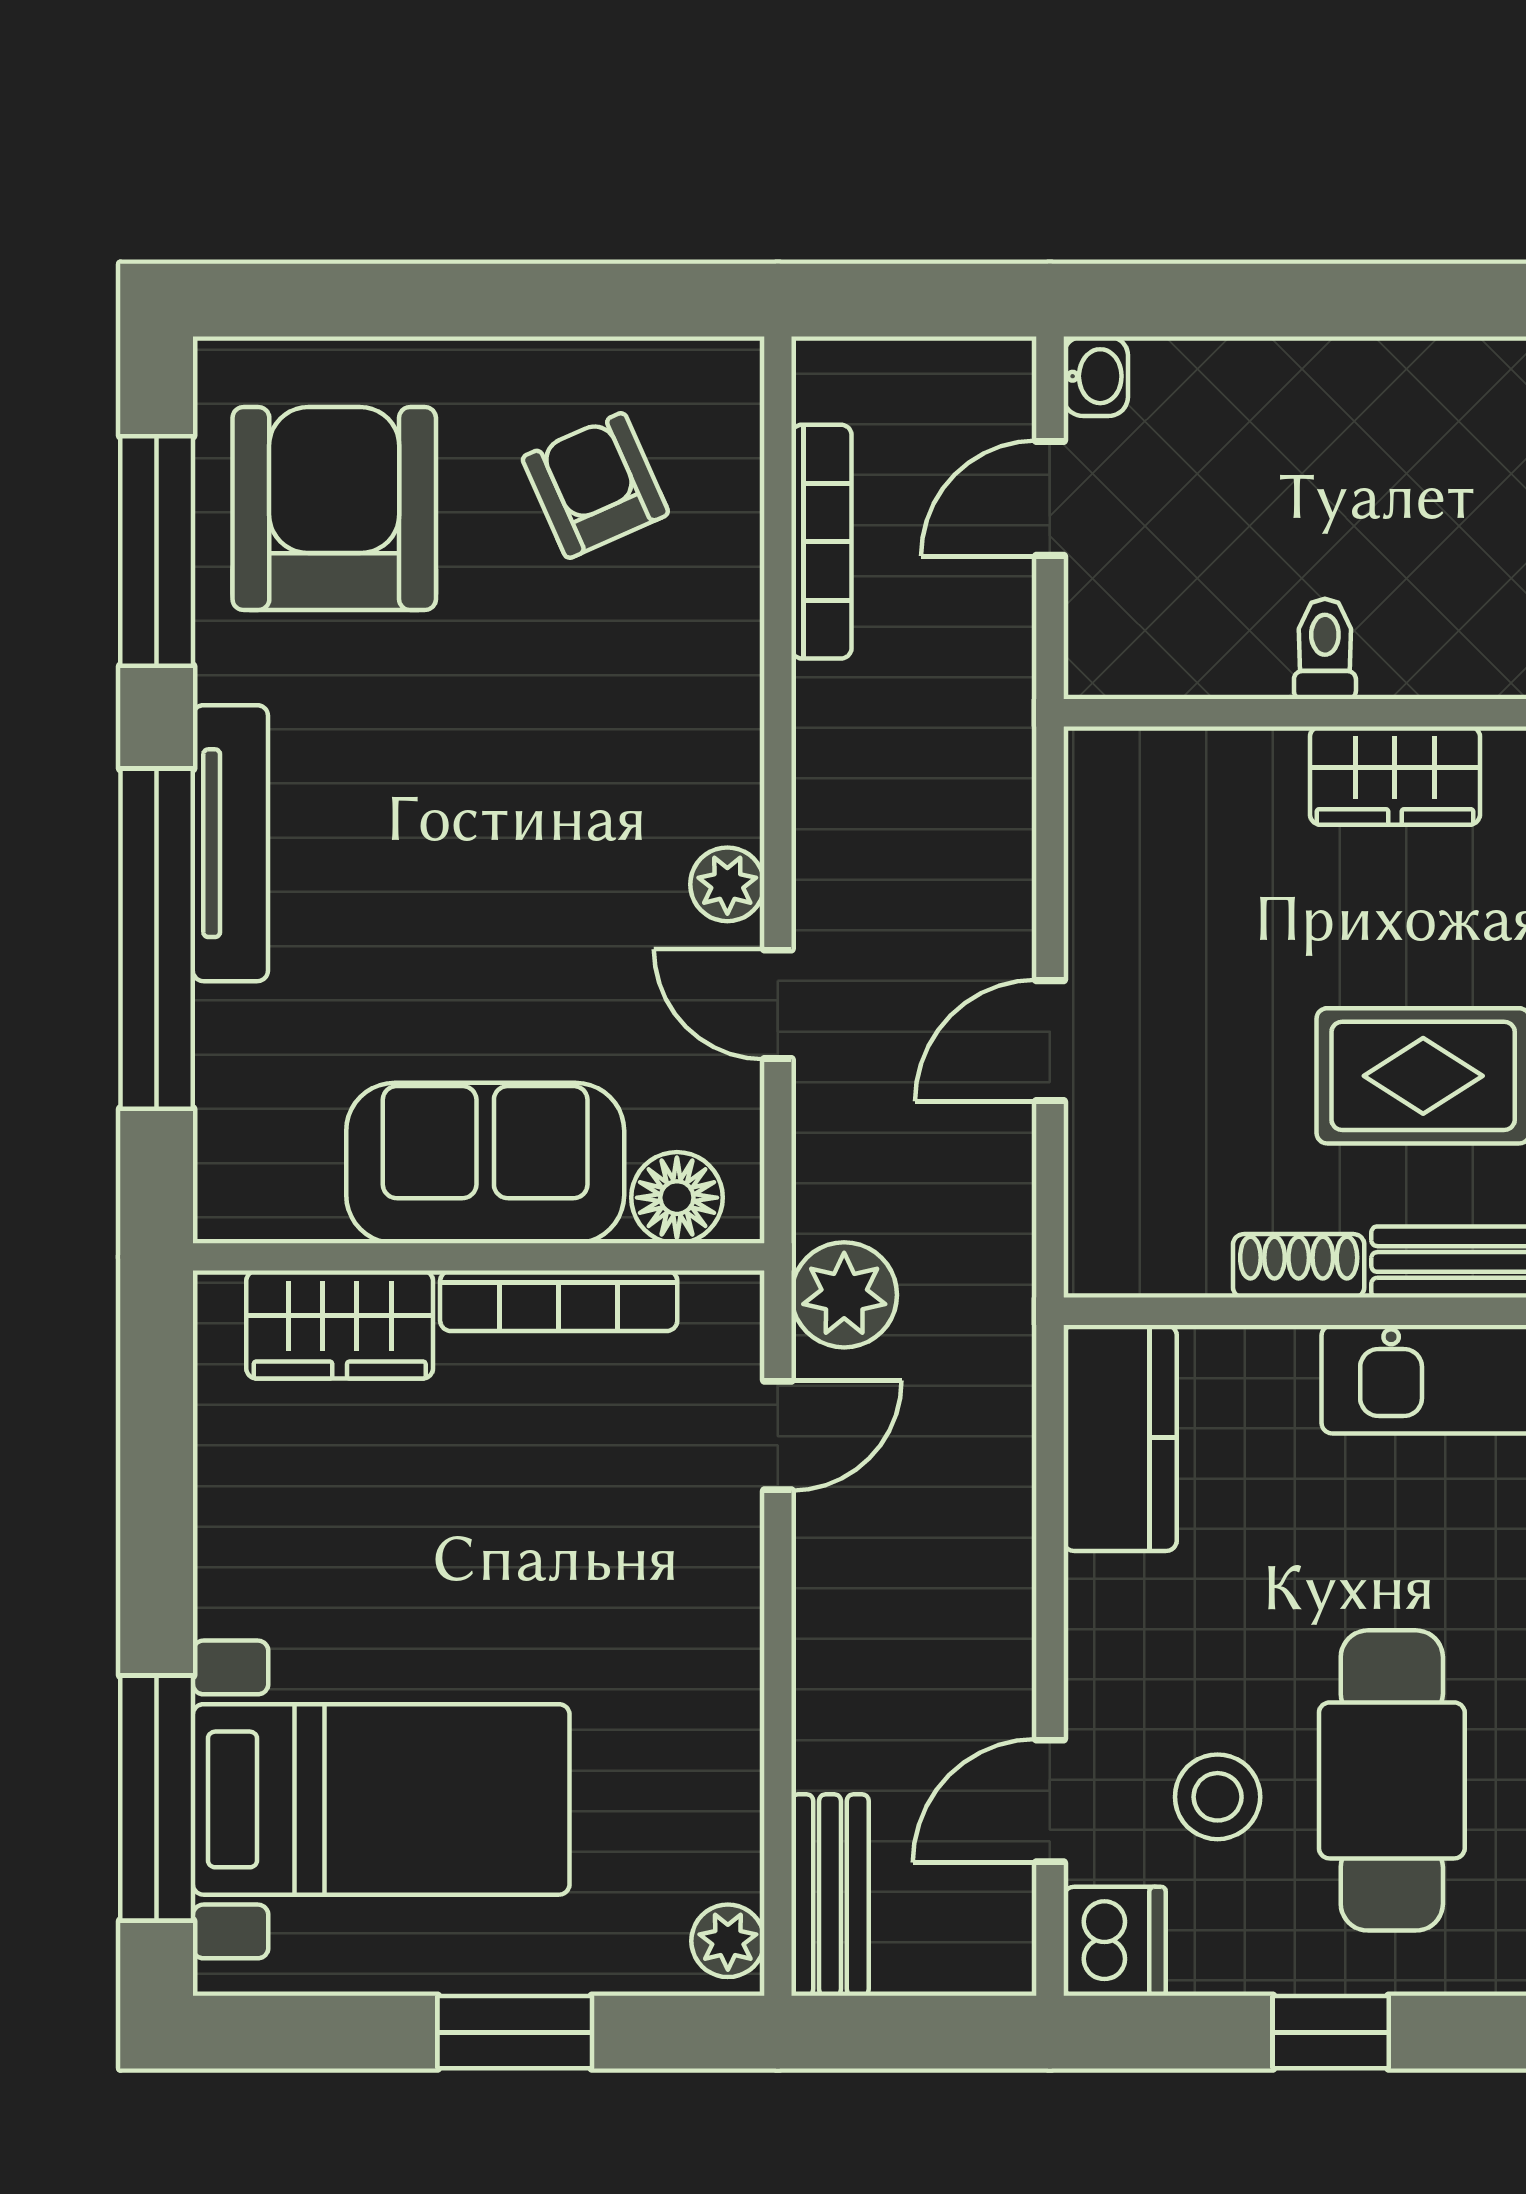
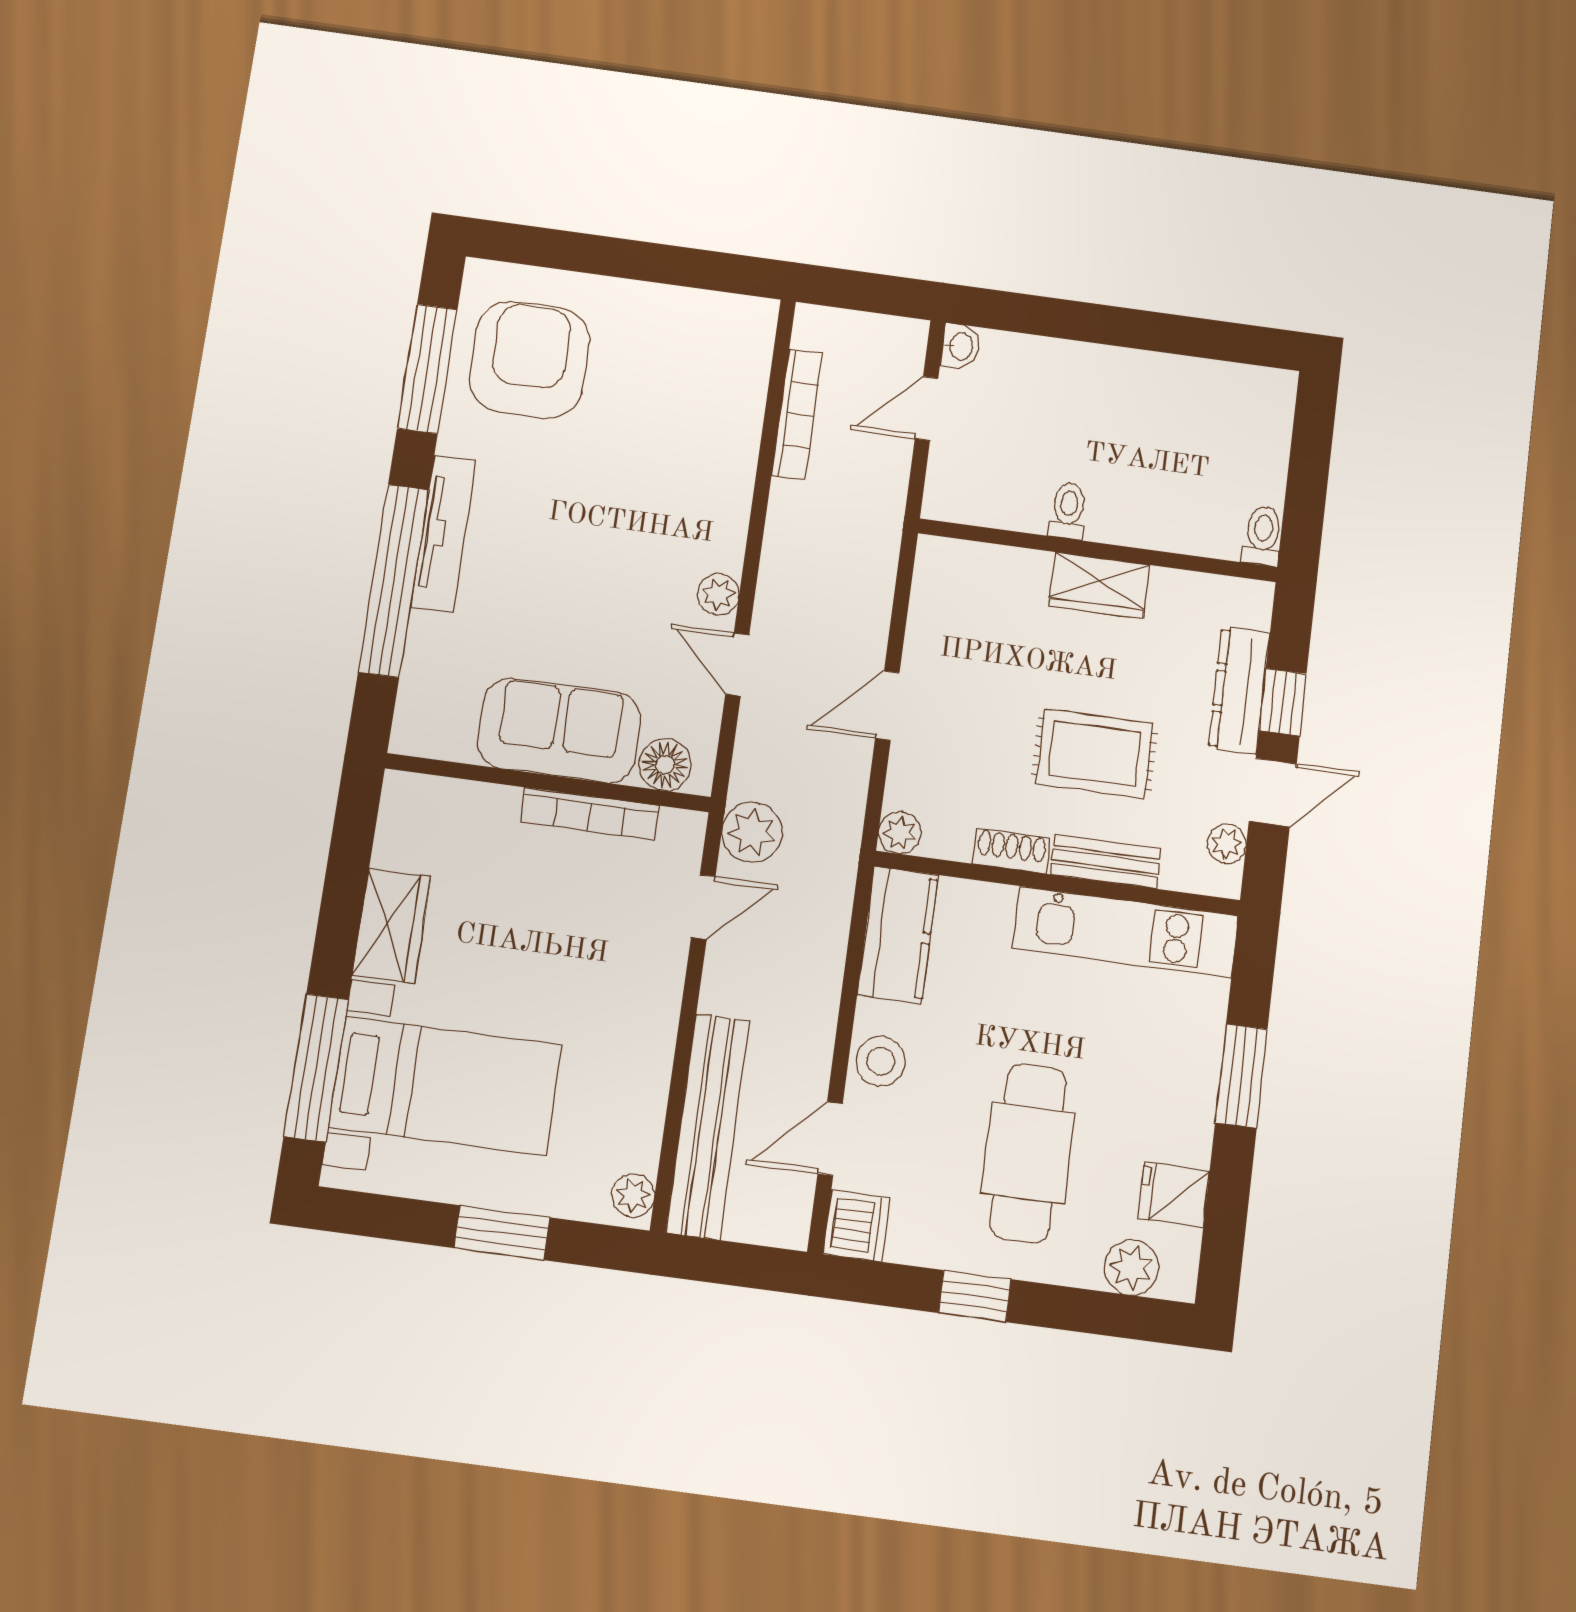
armchair: (595, 486) -> (676, 367), removed
plant: (1100, 1261) -> (900, 833), added
wardrobe: (340, 1325) -> (391, 926), moved, turned -90
stool: (1218, 1797) -> (881, 1061), moved
bench: (830, 1895) -> (708, 1126), width x1.86, depth x1.21

